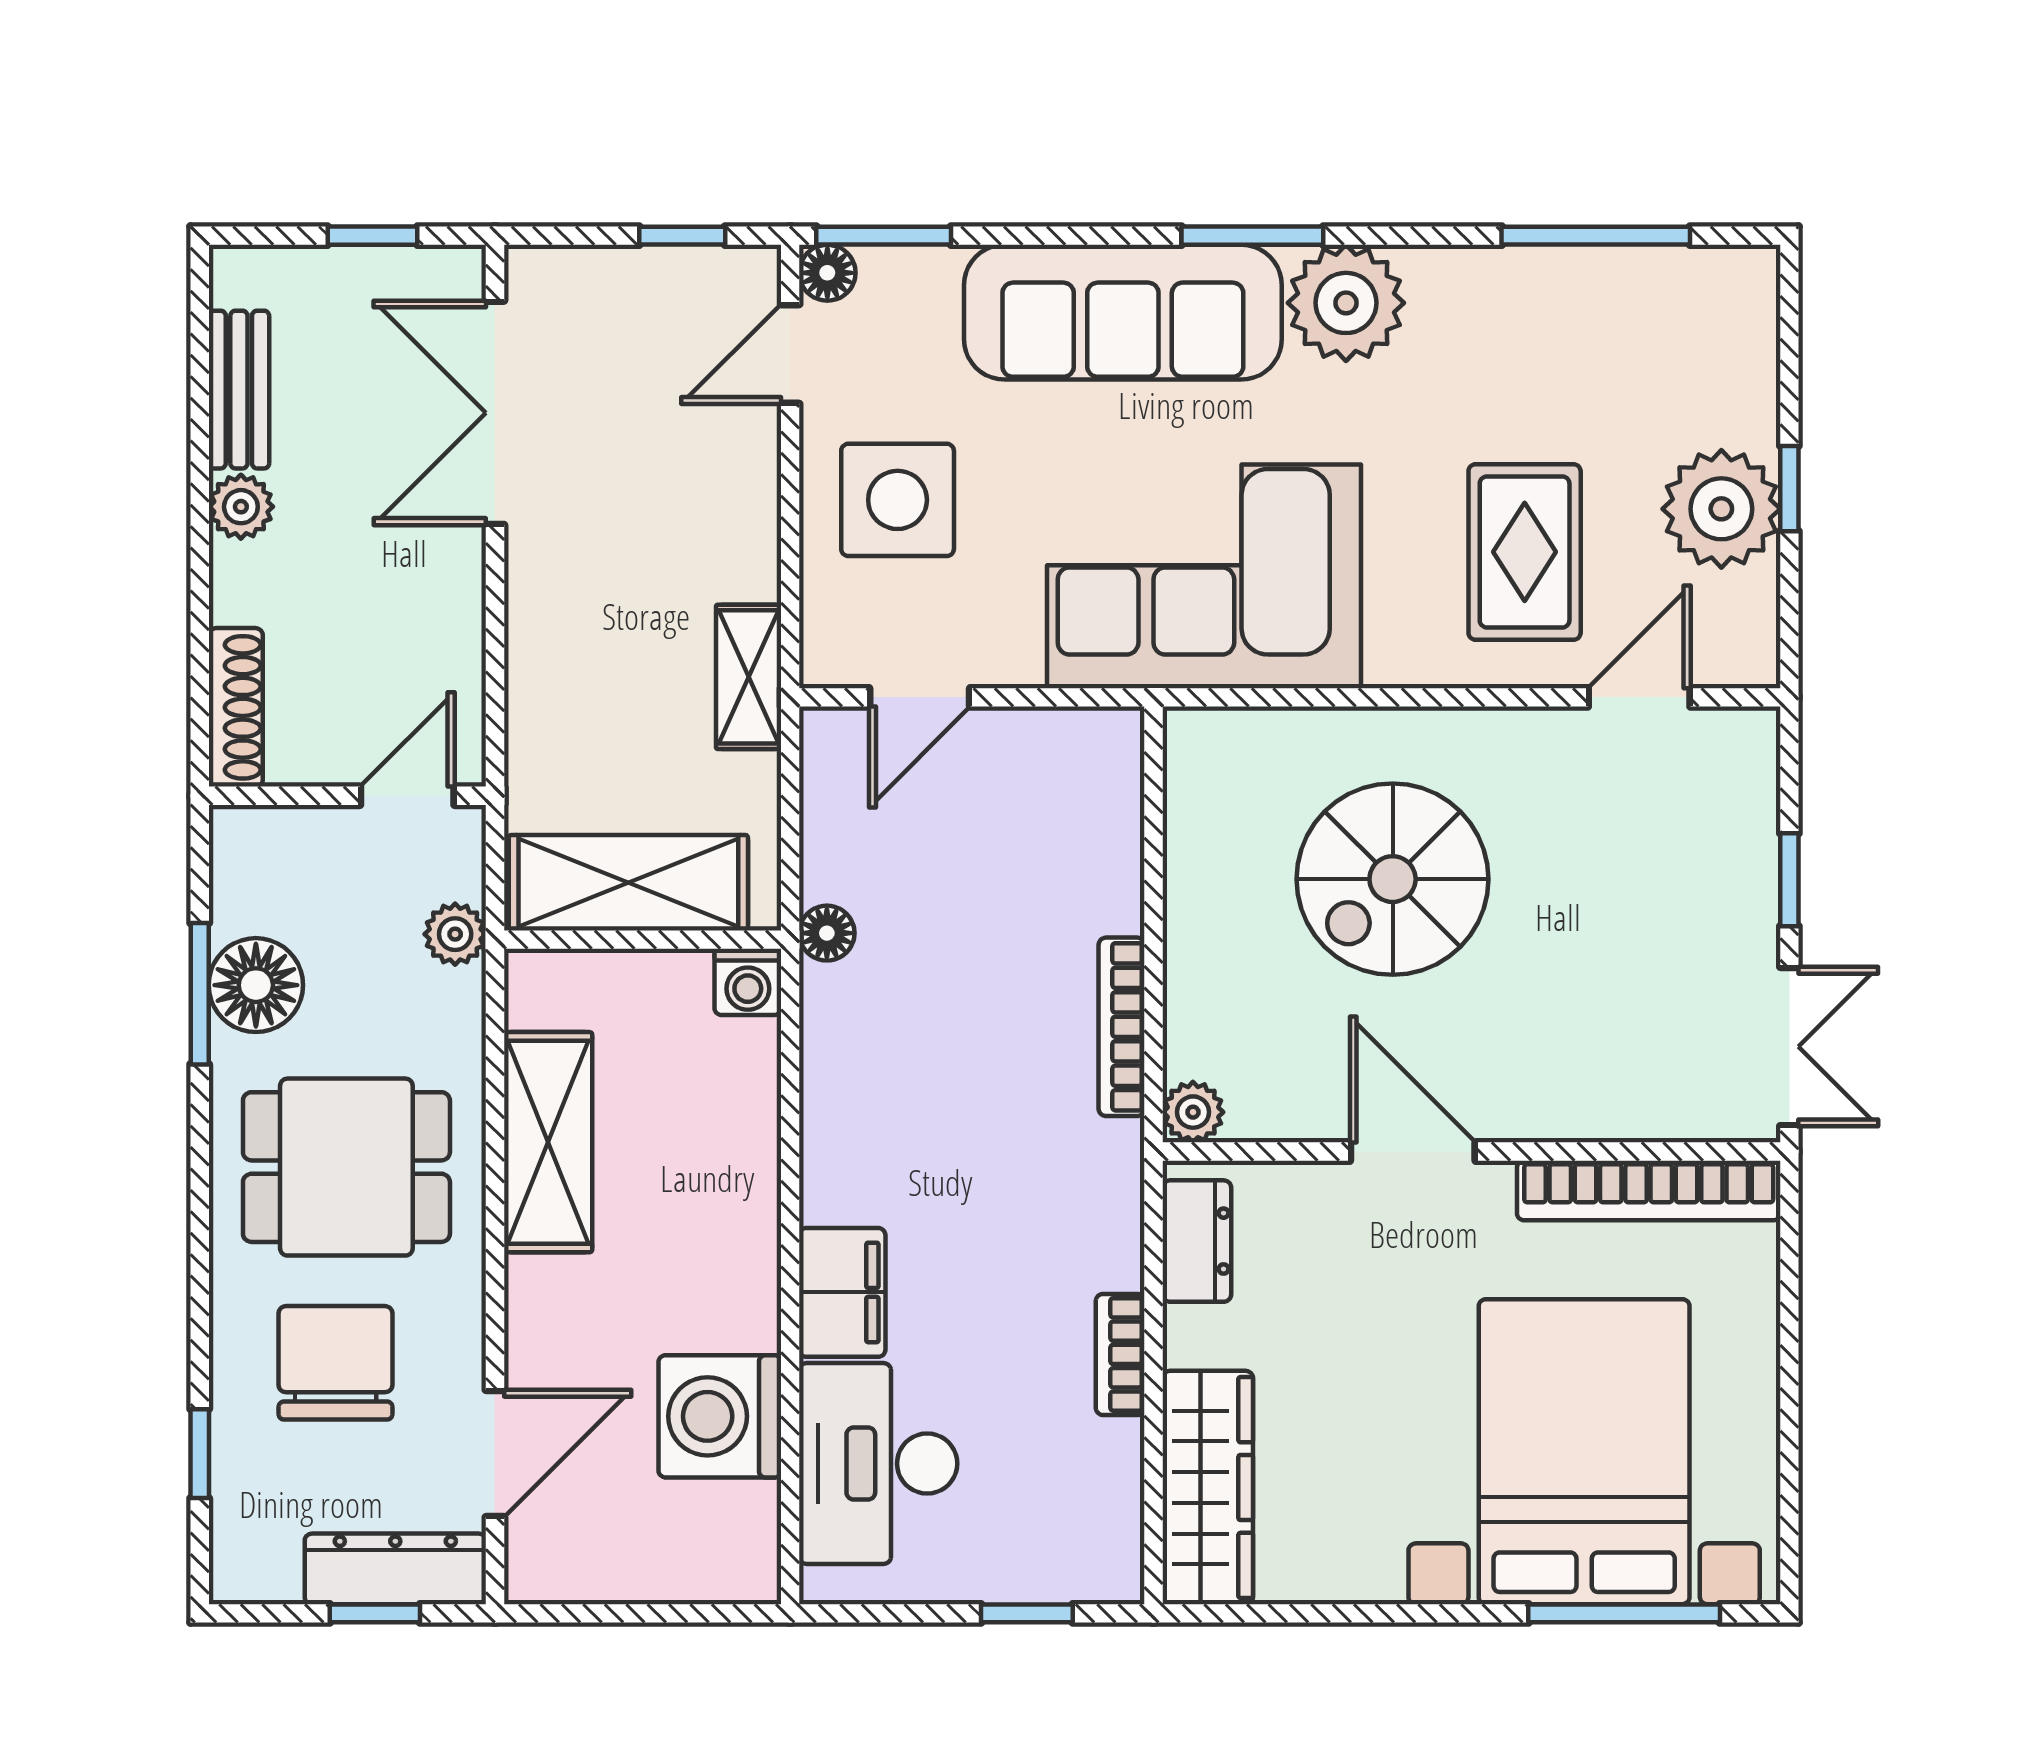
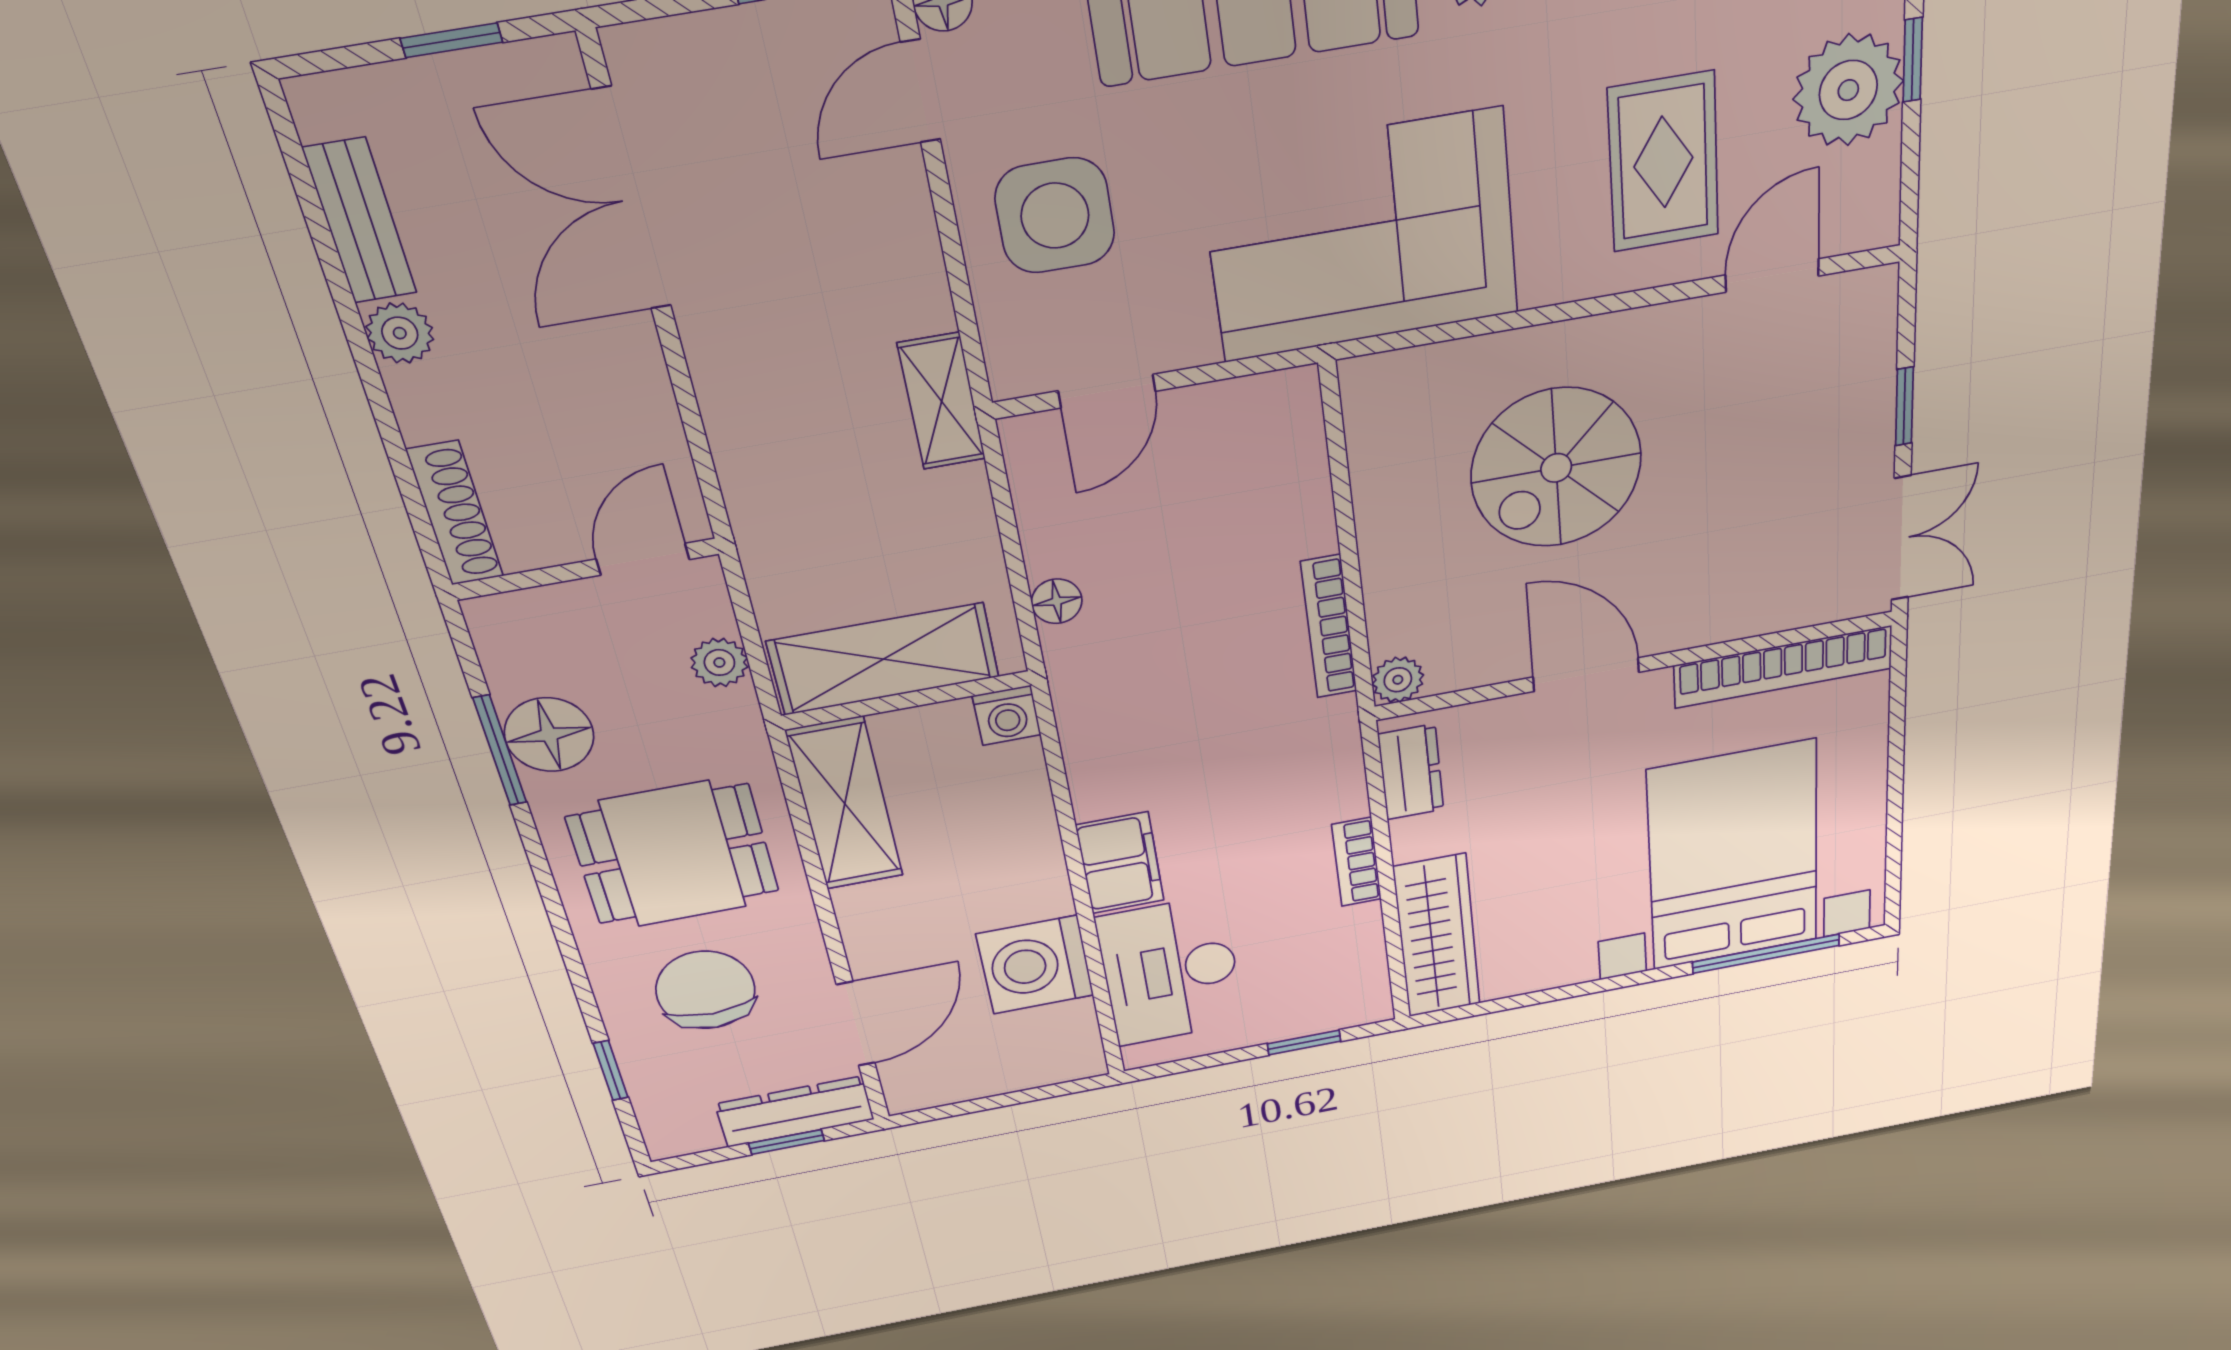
shelving: (628, 883) -> (883, 659), moved
wall: (643, 940) -> (906, 700), moved
washing machine: (748, 982) -> (1007, 715), moved

